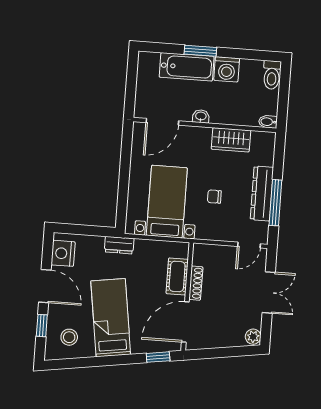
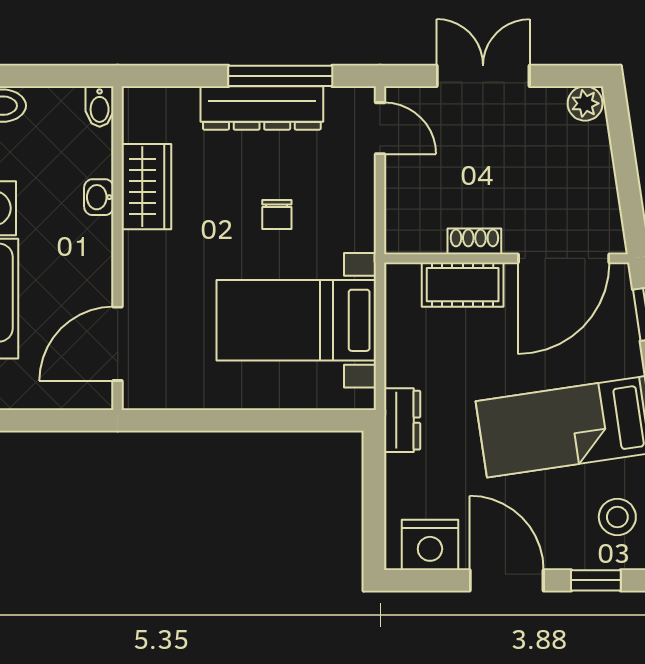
washbasin: (201, 116) -> (99, 197), moved
door: (162, 122) -> (118, 344), swing flipped
shoe rack: (196, 283) -> (474, 241), width x0.70
door: (45, 286) -> (507, 580), hinge flipped
door: (185, 322) -> (564, 258), hinge flipped

